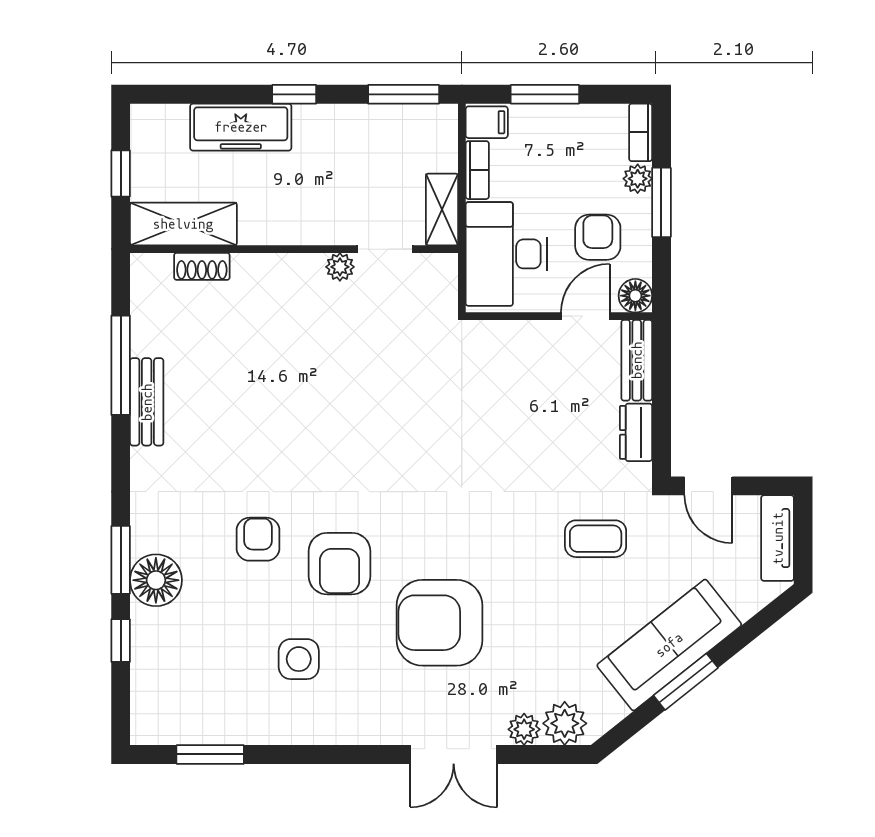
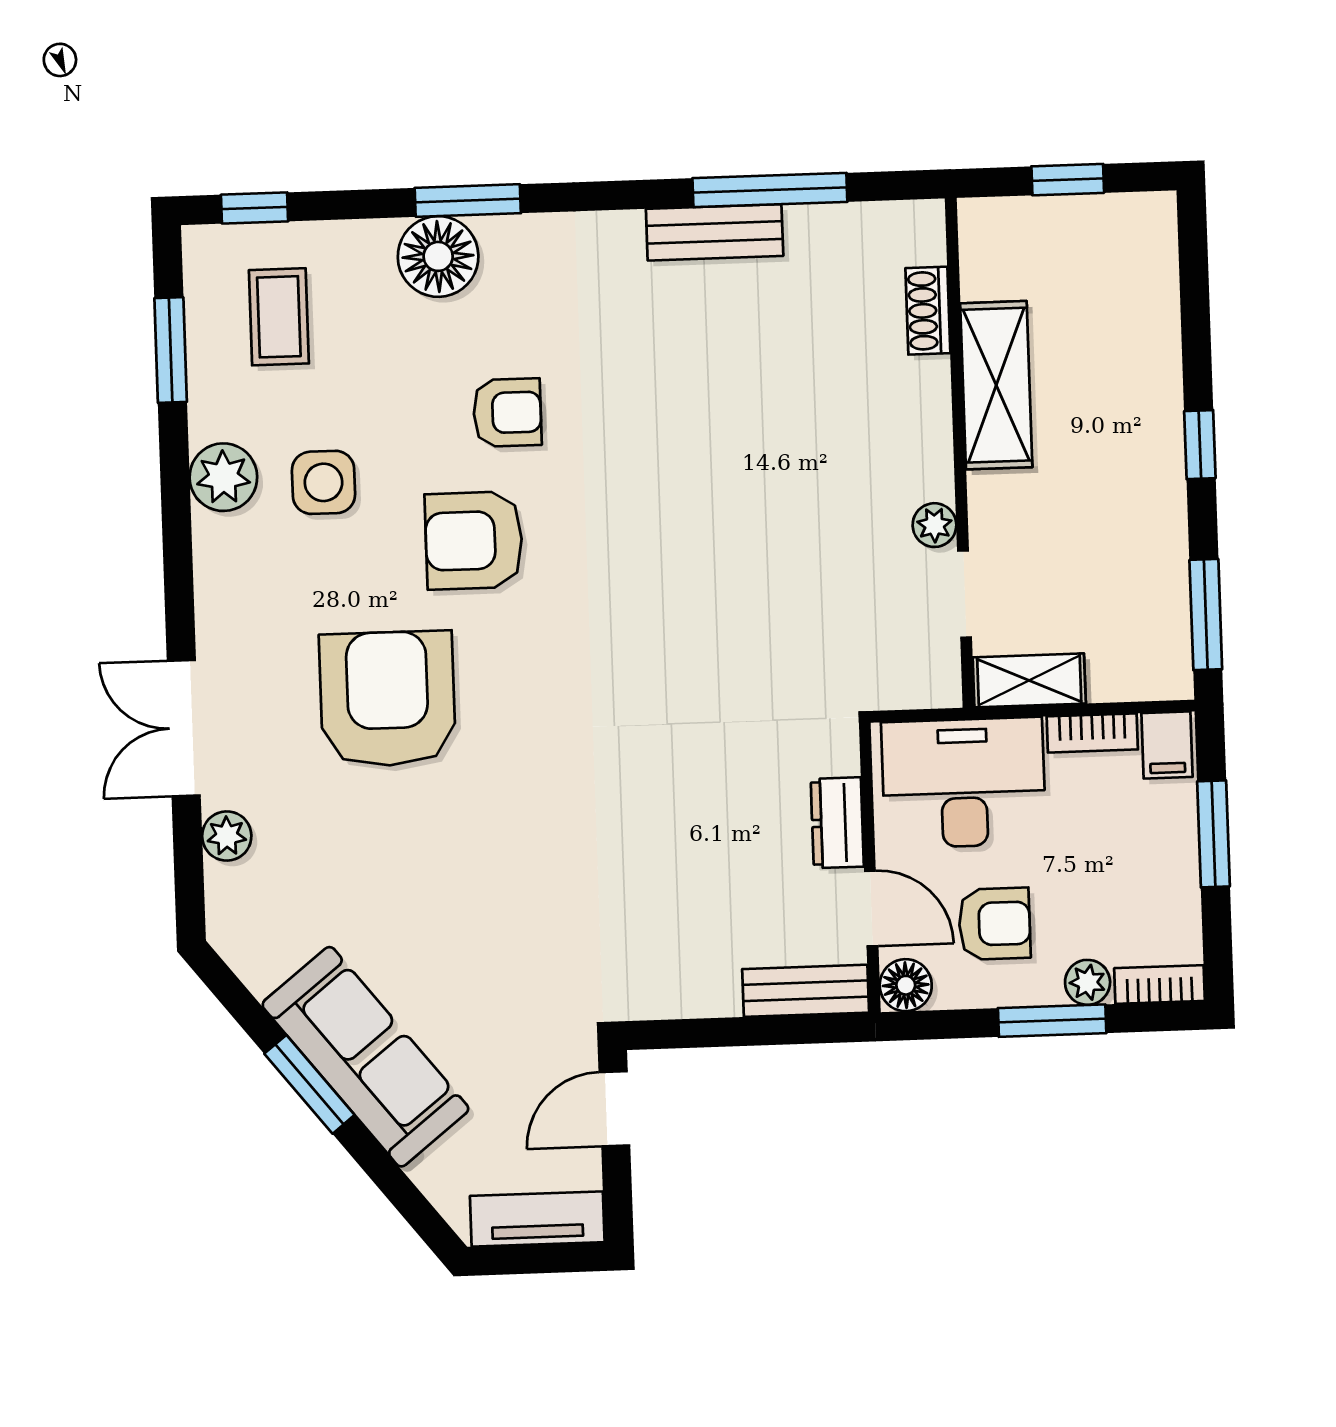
freezer: (241, 127) -> (1146, 364), removed
shelving: (183, 224) -> (996, 385), moved
dresser: (636, 432) -> (837, 823), moved, turned -90
coffee table: (596, 539) -> (279, 317), moved
window: (121, 641) -> (255, 208), moved
plant: (565, 723) -> (223, 477), moved

